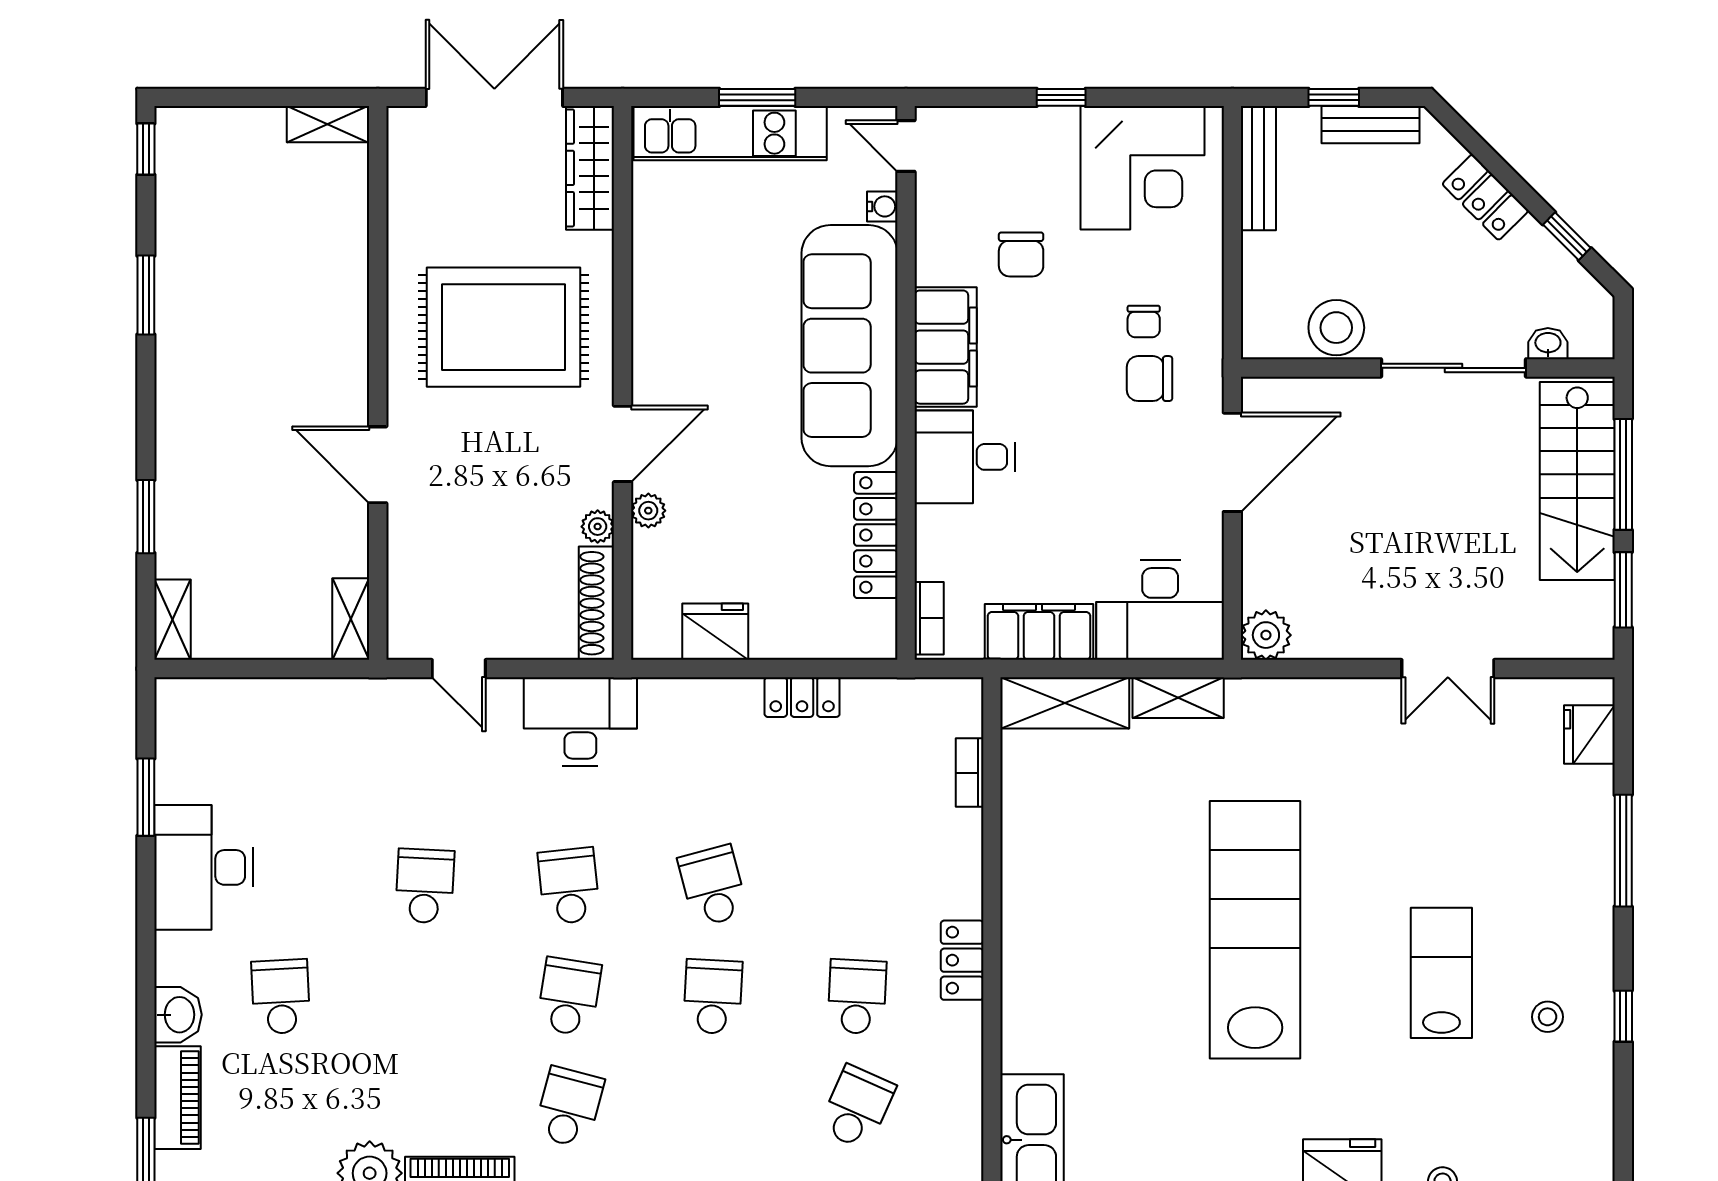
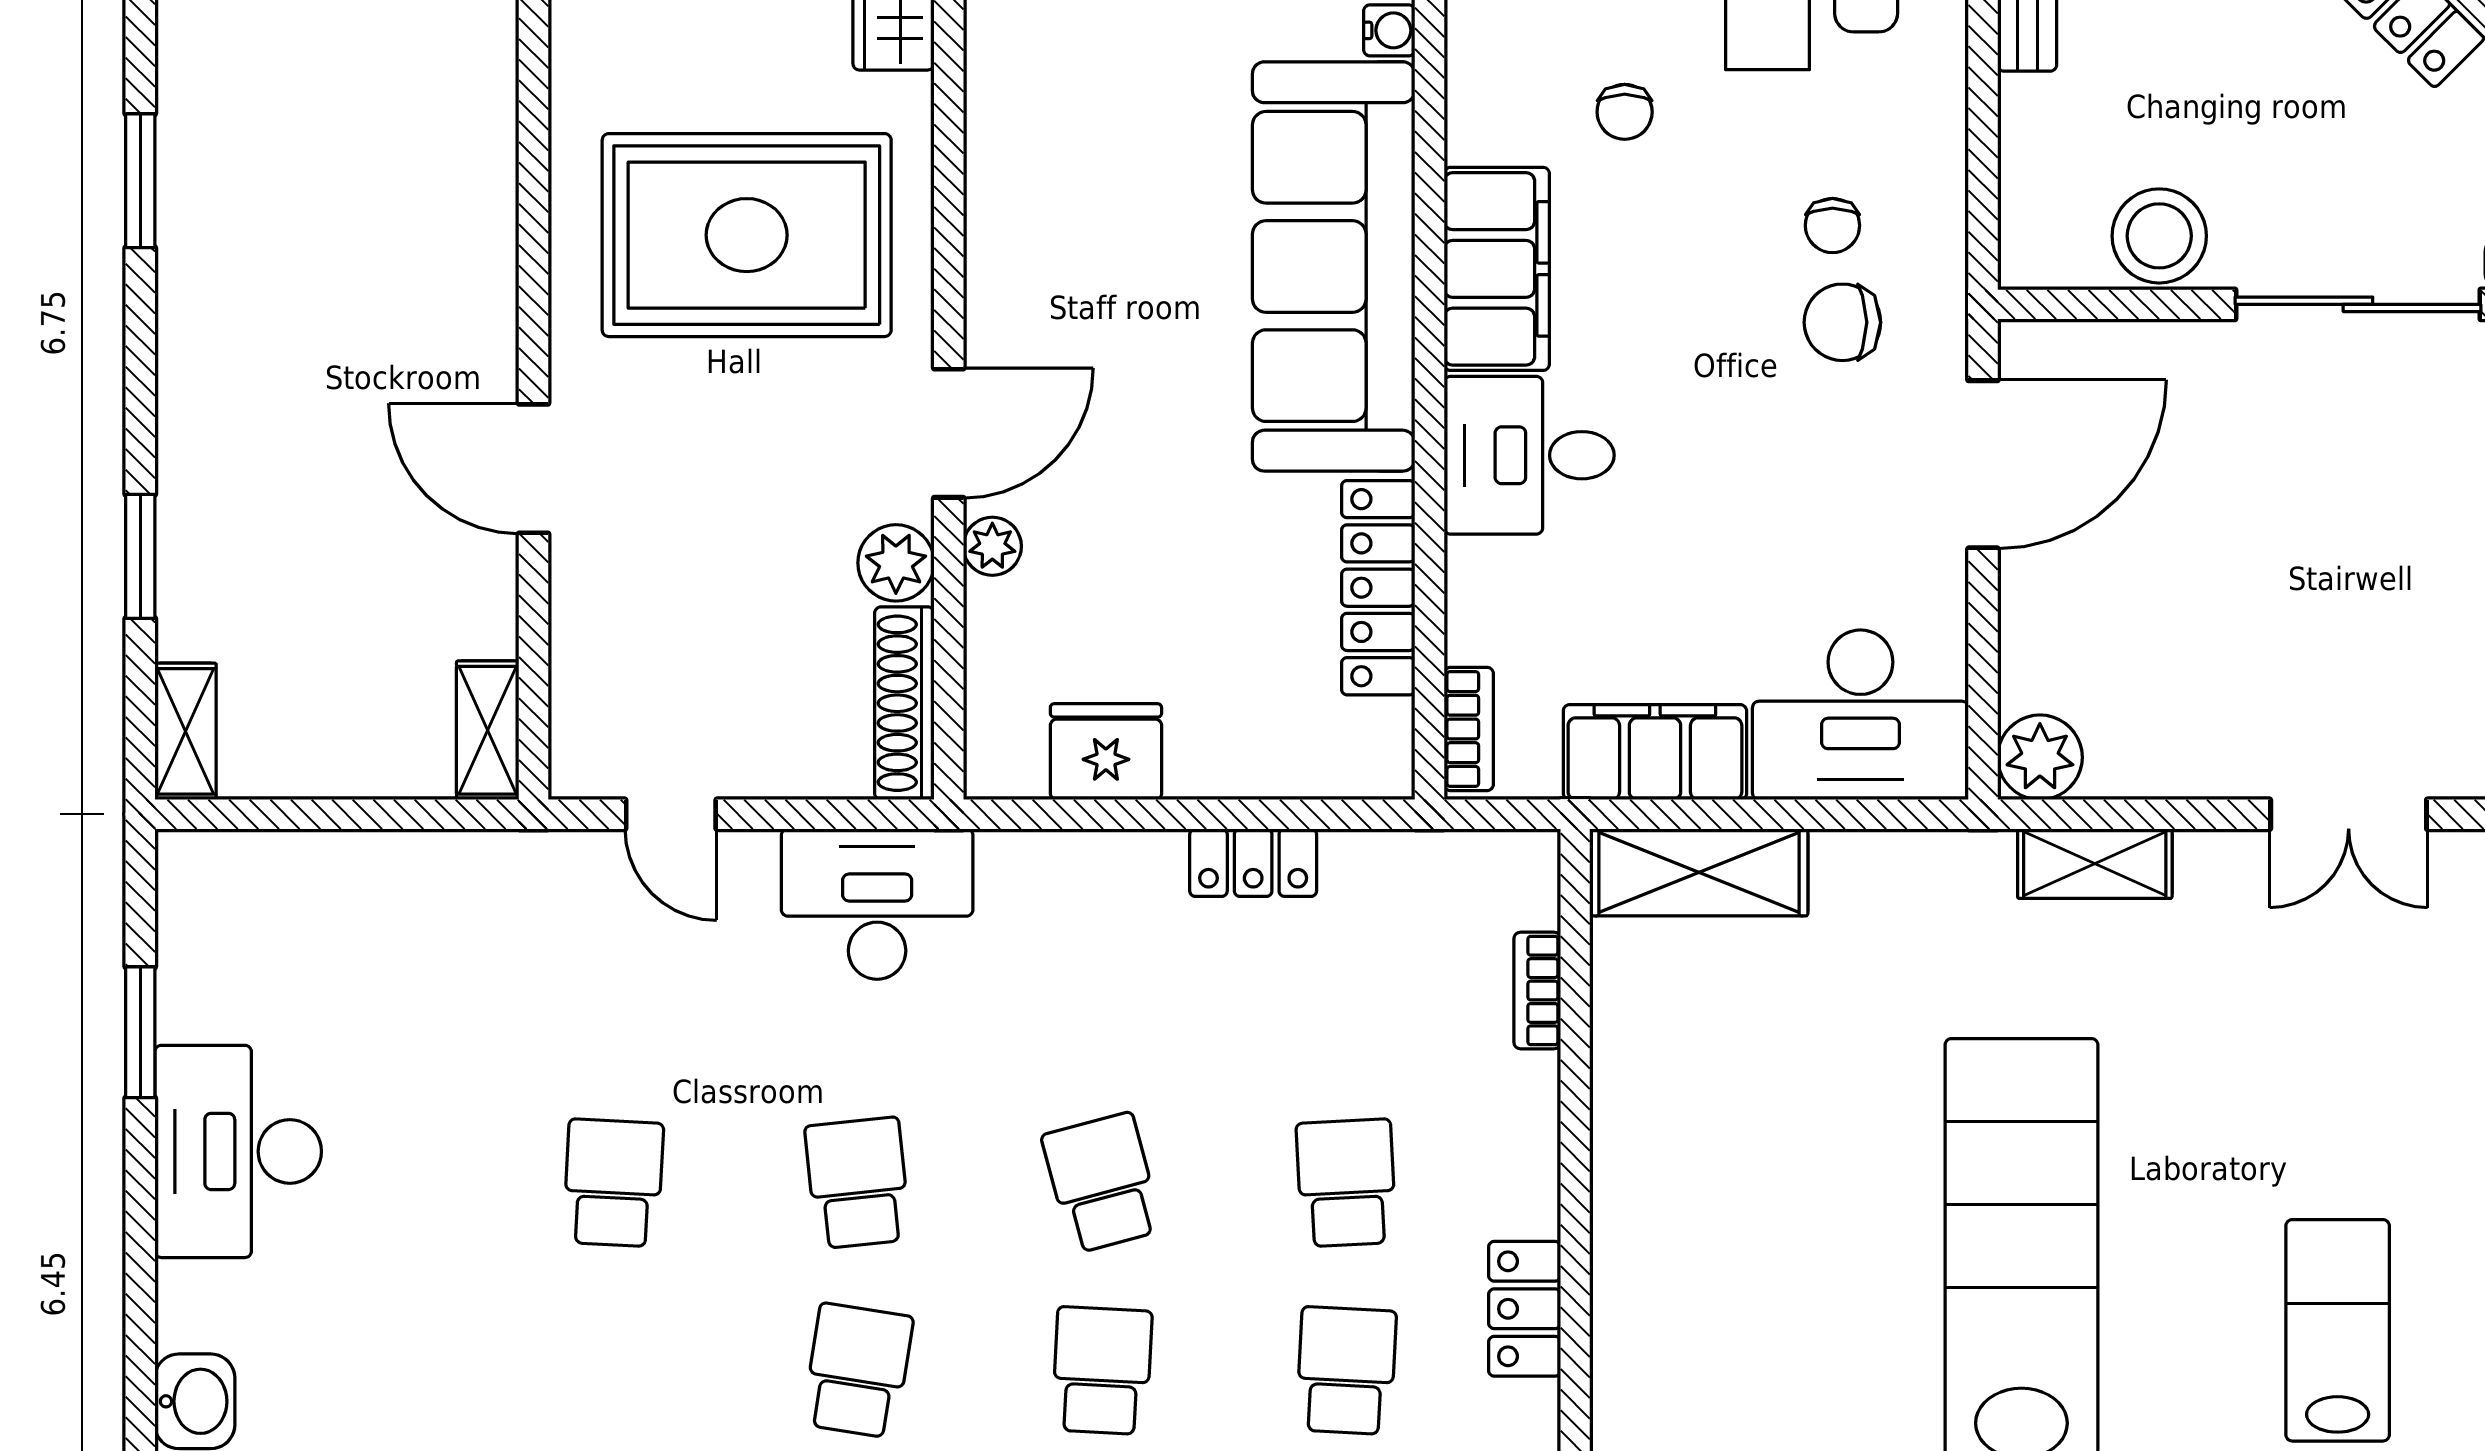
chair: (1021, 254) -> (1625, 112), width x0.73, depth x0.73
plant: (598, 527) -> (896, 563), width x1.38, depth x1.38
shelving: (1178, 698) -> (2095, 864), moved
school desk: (281, 997) -> (1346, 1183), moved

